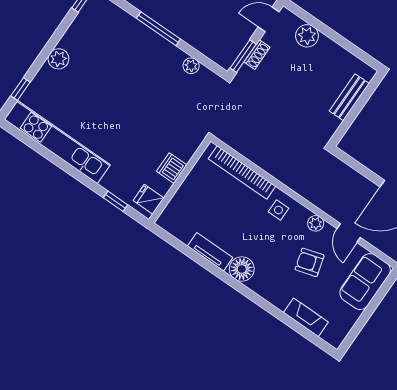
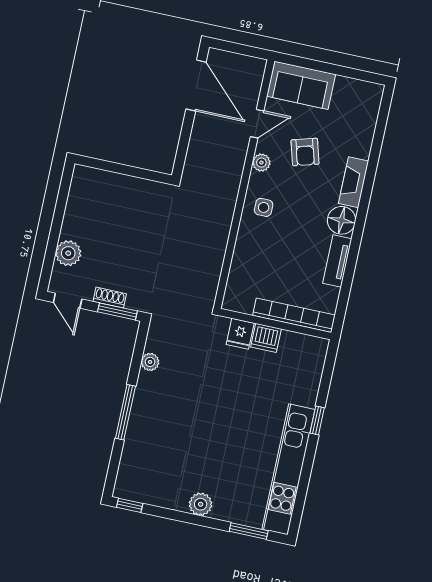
window: (20, 89) -> (249, 531), width x1.50
bench: (349, 97) -> (114, 182), removed
bookcase: (242, 172) -> (294, 315), moved, turned -90
fridge: (149, 199) -> (240, 334), moved
window: (115, 201) -> (317, 420), moved
fireplace: (306, 317) -> (354, 182), moved

